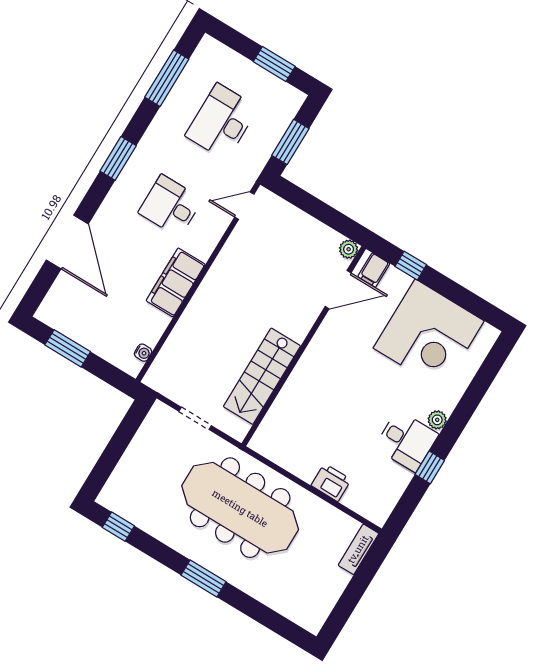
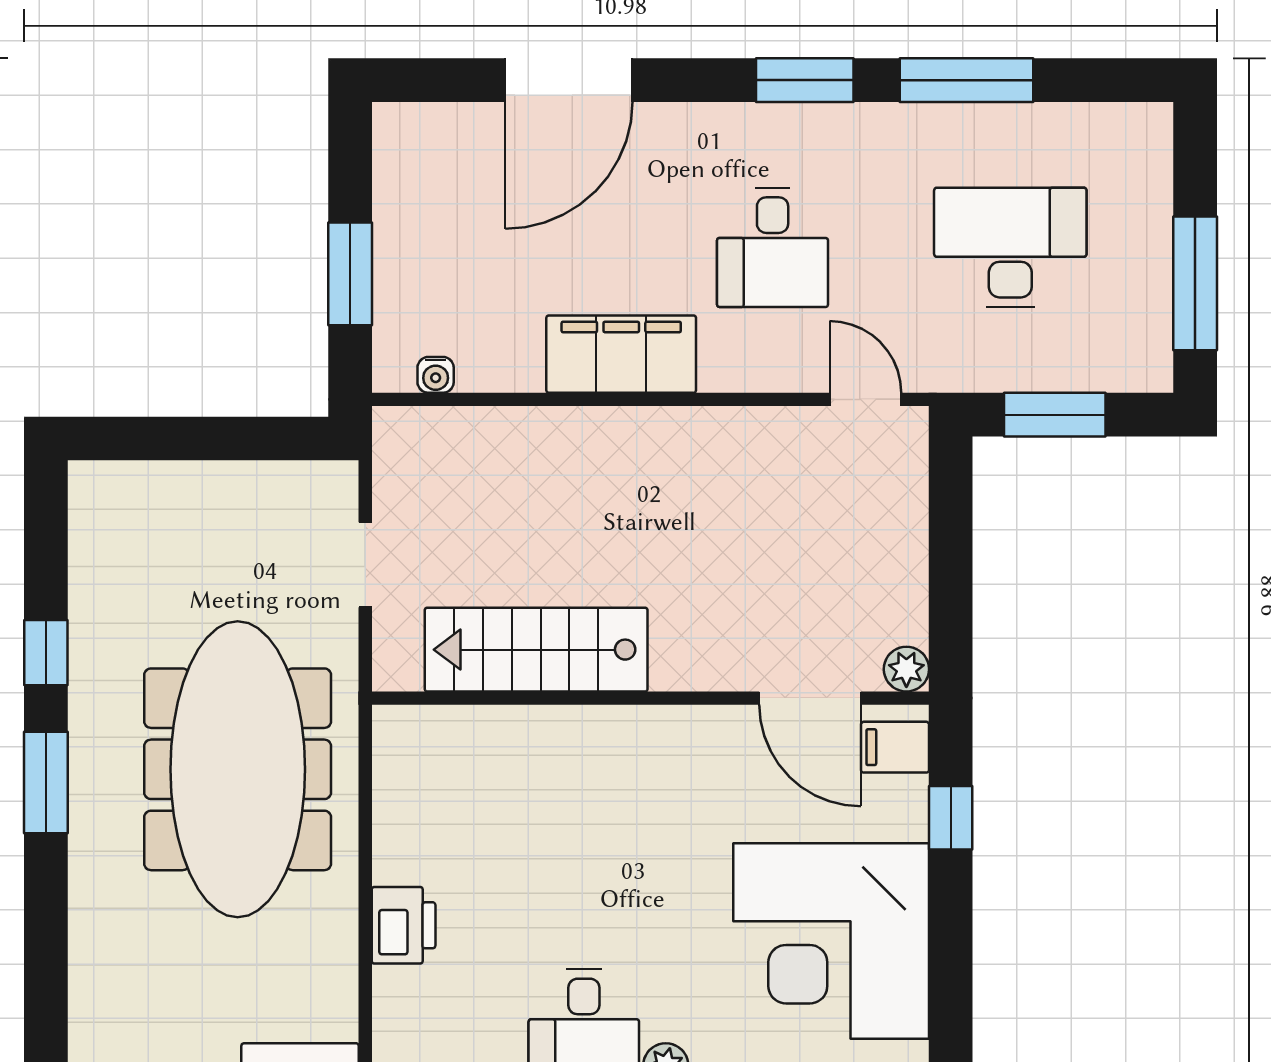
window: (274, 64) -> (1195, 283), width x1.44
window: (167, 78) -> (966, 80), moved
desk: (170, 206) -> (773, 247), turned 180
window: (68, 348) -> (350, 274), moved
window: (118, 527) -> (46, 653), moved

